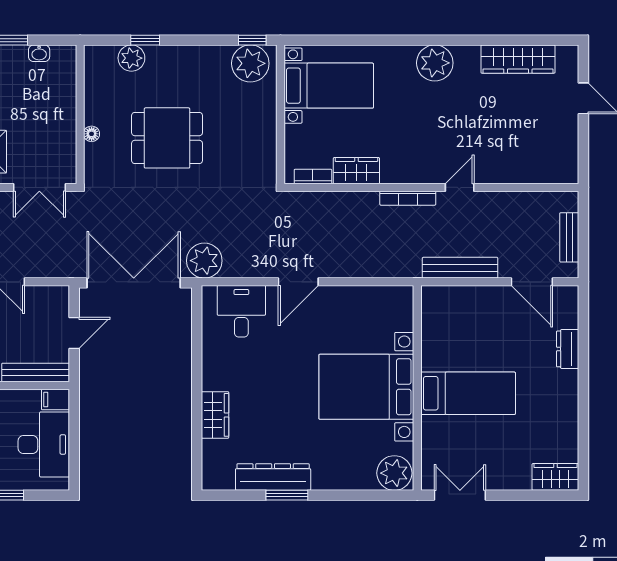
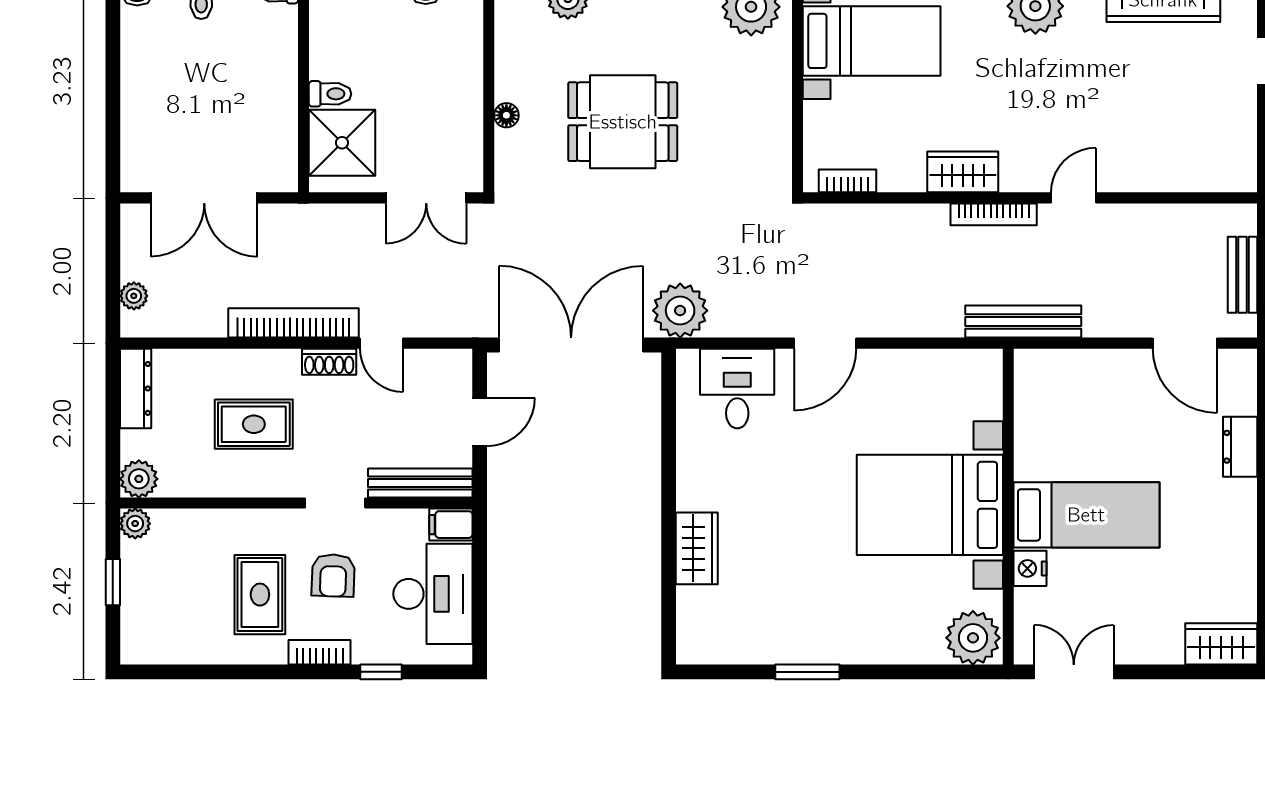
wardrobe: (356, 171) -> (963, 172), moved
bench: (460, 268) -> (1023, 322), moved
nightstand: (431, 428) -> (1030, 568), added
dresser: (273, 477) -> (786, 644), removed

